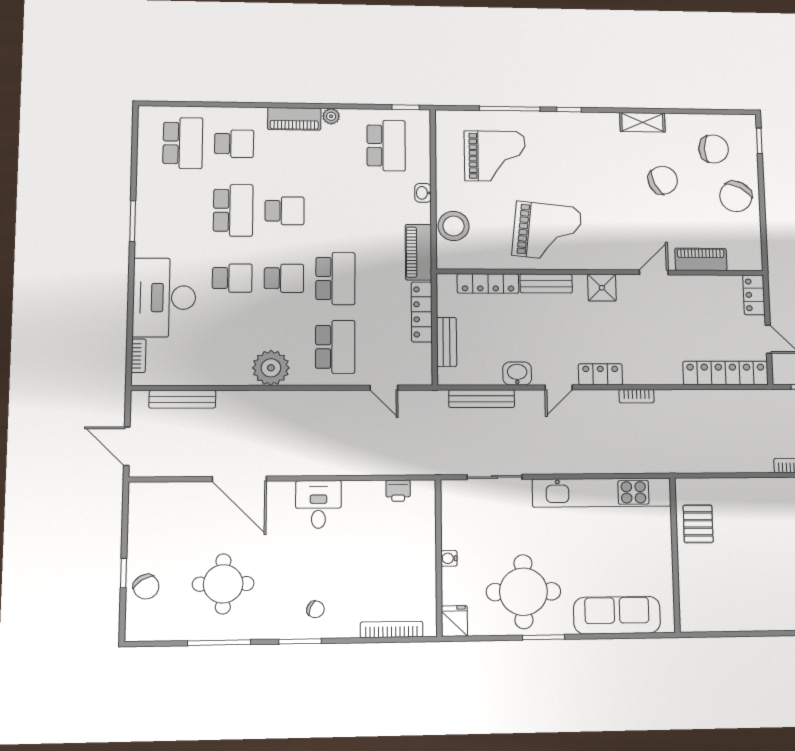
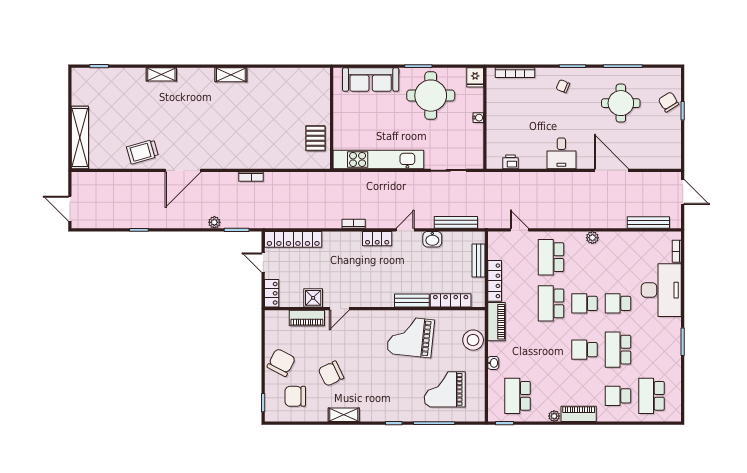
shower: (602, 288) -> (313, 298), moved
plant: (271, 368) -> (592, 238), width x0.53, depth x0.53

